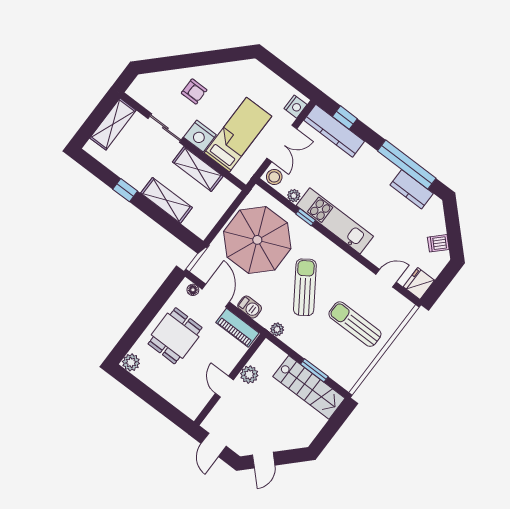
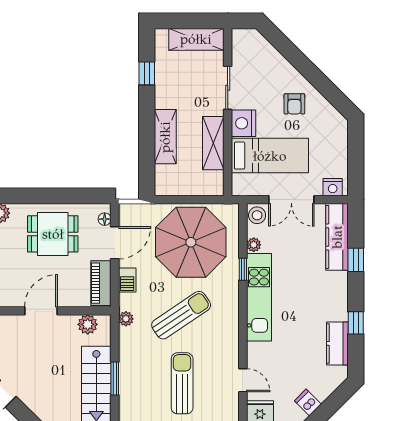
armchair: (194, 92) -> (294, 104), moved
window: (345, 118) -> (356, 260), moved
window: (407, 165) -> (356, 323), width x0.32
window: (125, 190) -> (147, 73), moved
plant: (249, 375) -> (88, 324), moved
door: (224, 387) -> (41, 311), width x1.38

